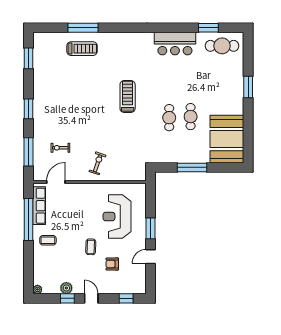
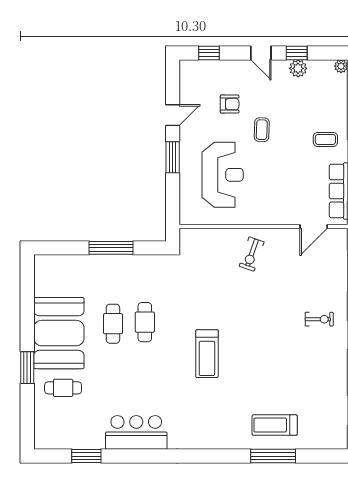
cafe table: (222, 46) -> (63, 388), moved, width x0.73, depth x0.74
booth: (227, 139) -> (59, 333), moved
exercise bike: (60, 148) -> (319, 319), moved

